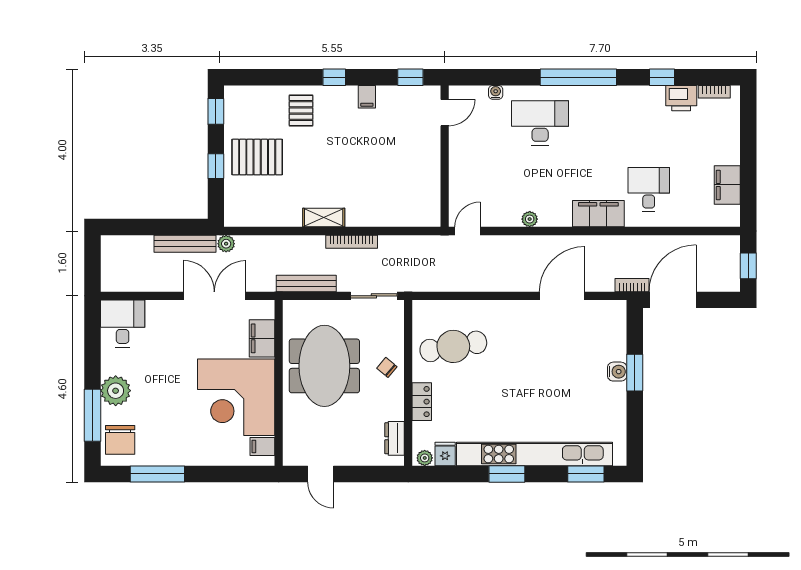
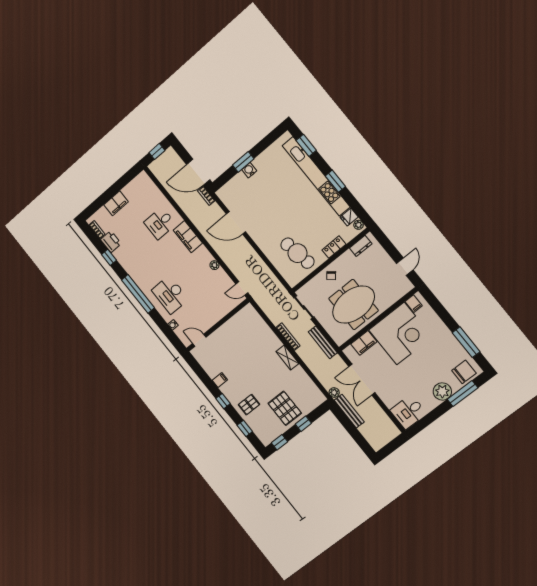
window: (410, 77) -> (245, 428), moved
filing cabinet: (727, 185) -> (116, 203), moved

